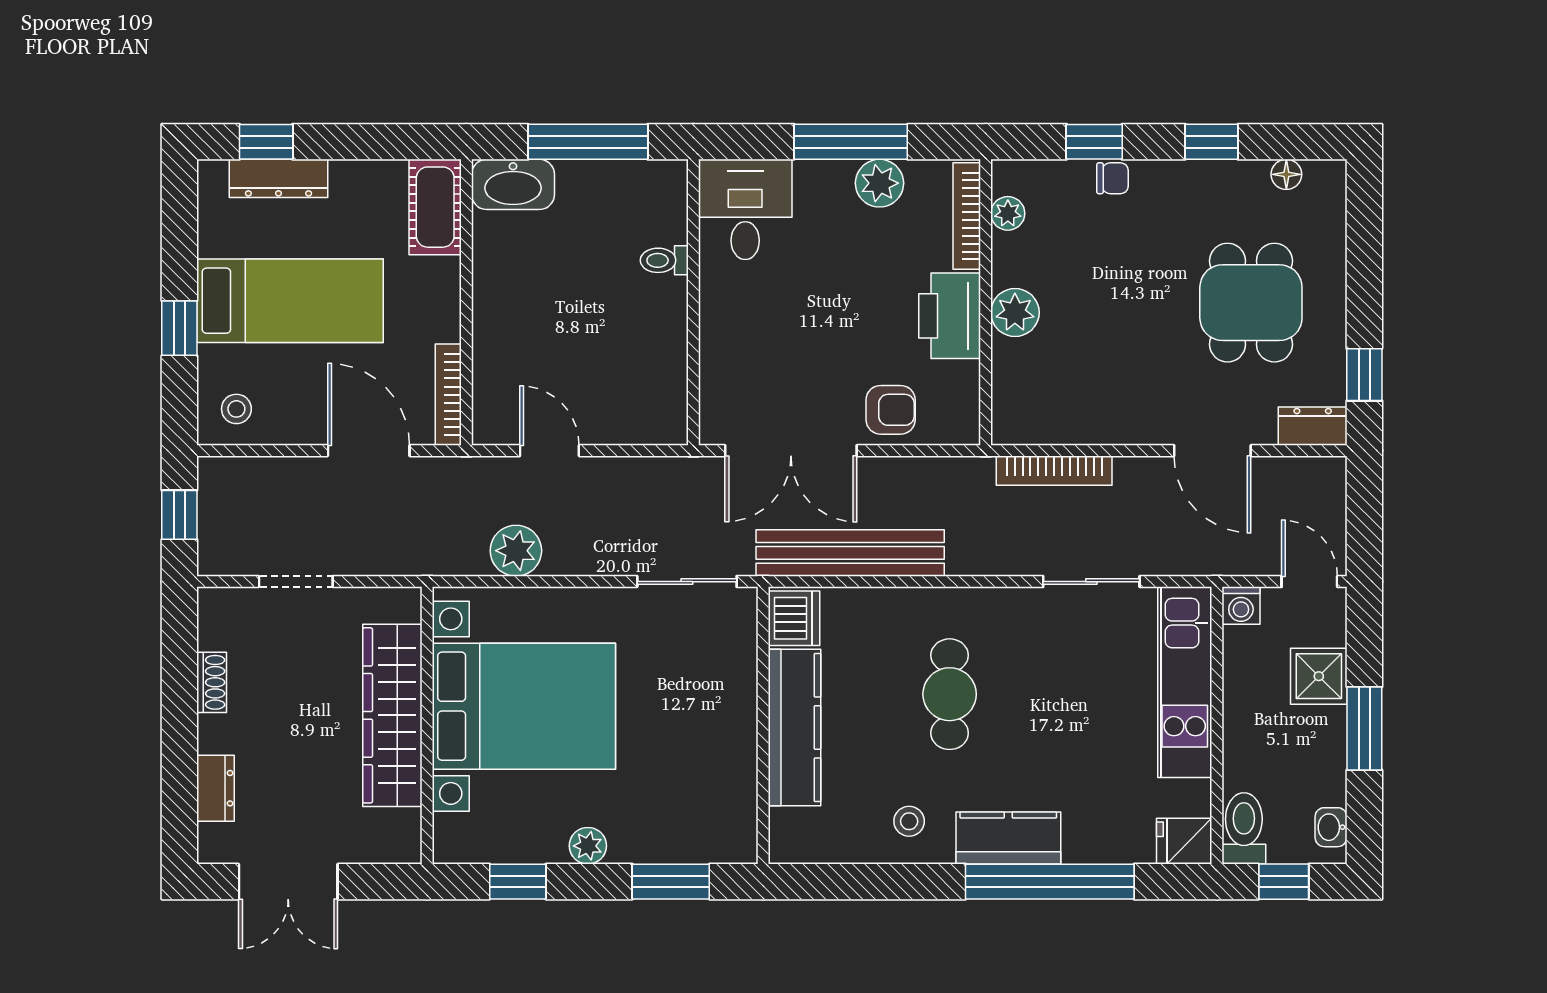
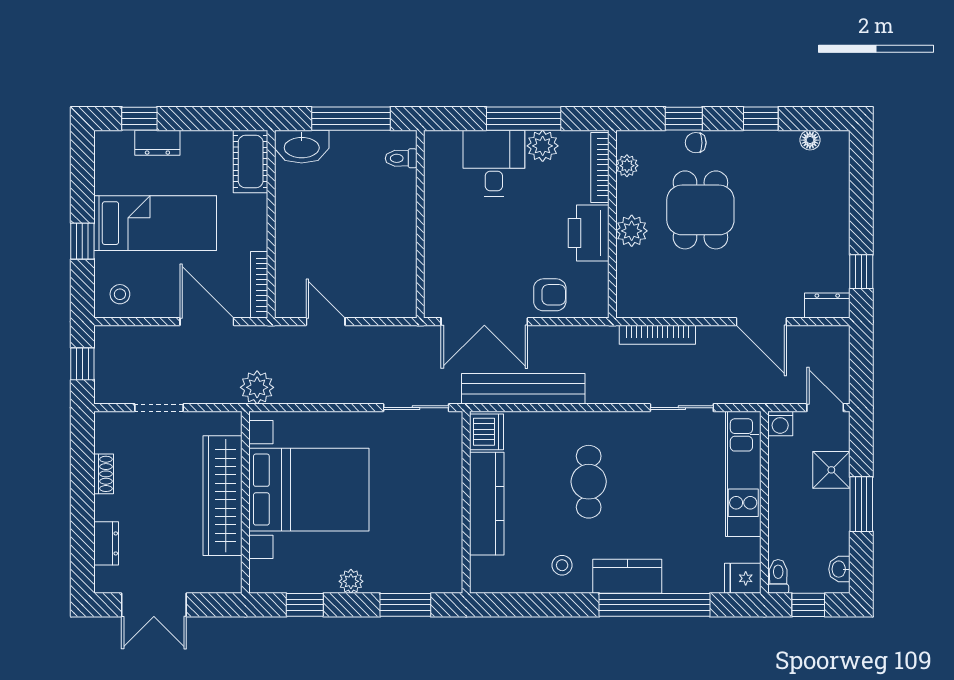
dresser: (279, 178) -> (157, 143), width x0.70
chair: (1112, 178) -> (696, 143), turned 180
desk: (745, 209) -> (494, 163), moved
toilet: (664, 260) -> (401, 158), moved
dining table: (1251, 303) -> (700, 210), moved
plant: (516, 551) -> (257, 387), moved
toilet: (1244, 828) -> (778, 576), width x0.73, depth x0.72

